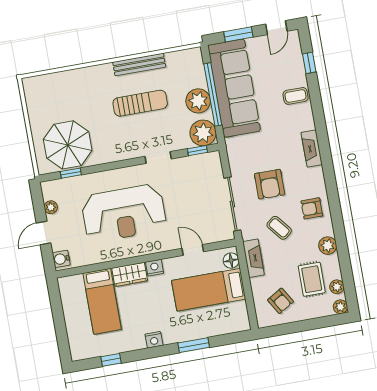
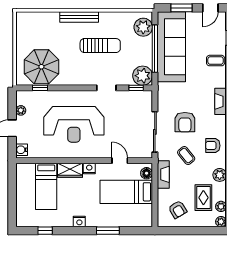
bench: (139, 64) -> (79, 17), moved
plant: (198, 101) -> (143, 27), moved

